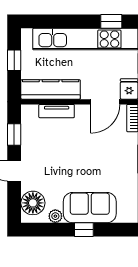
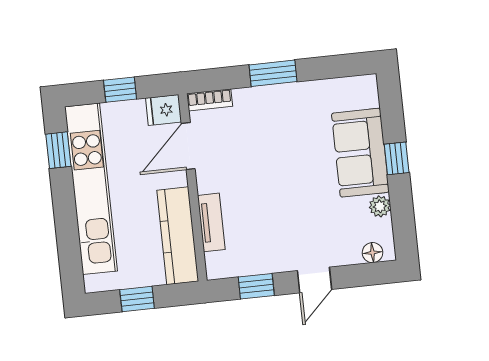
door: (105, 102) -> (188, 146), swing flipped
floor lamp: (33, 203) -> (373, 253), width x0.53, depth x0.53

